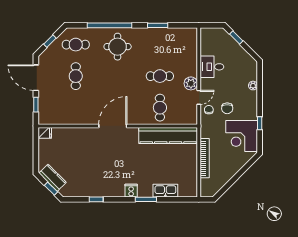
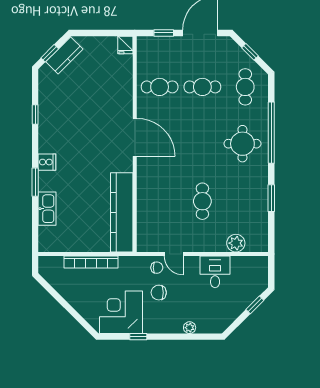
plant: (191, 83) -> (236, 243), moved
cafe table: (160, 108) -> (160, 87), moved

